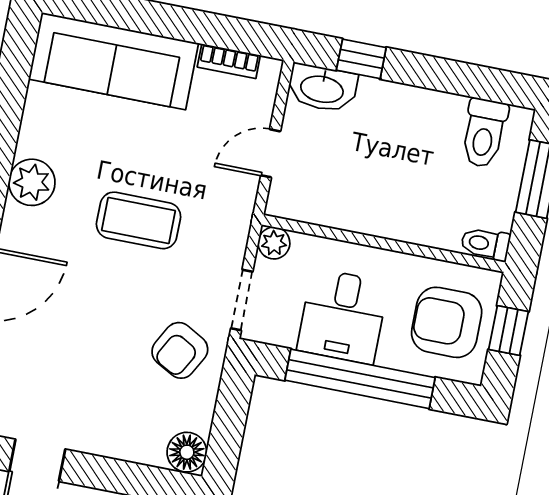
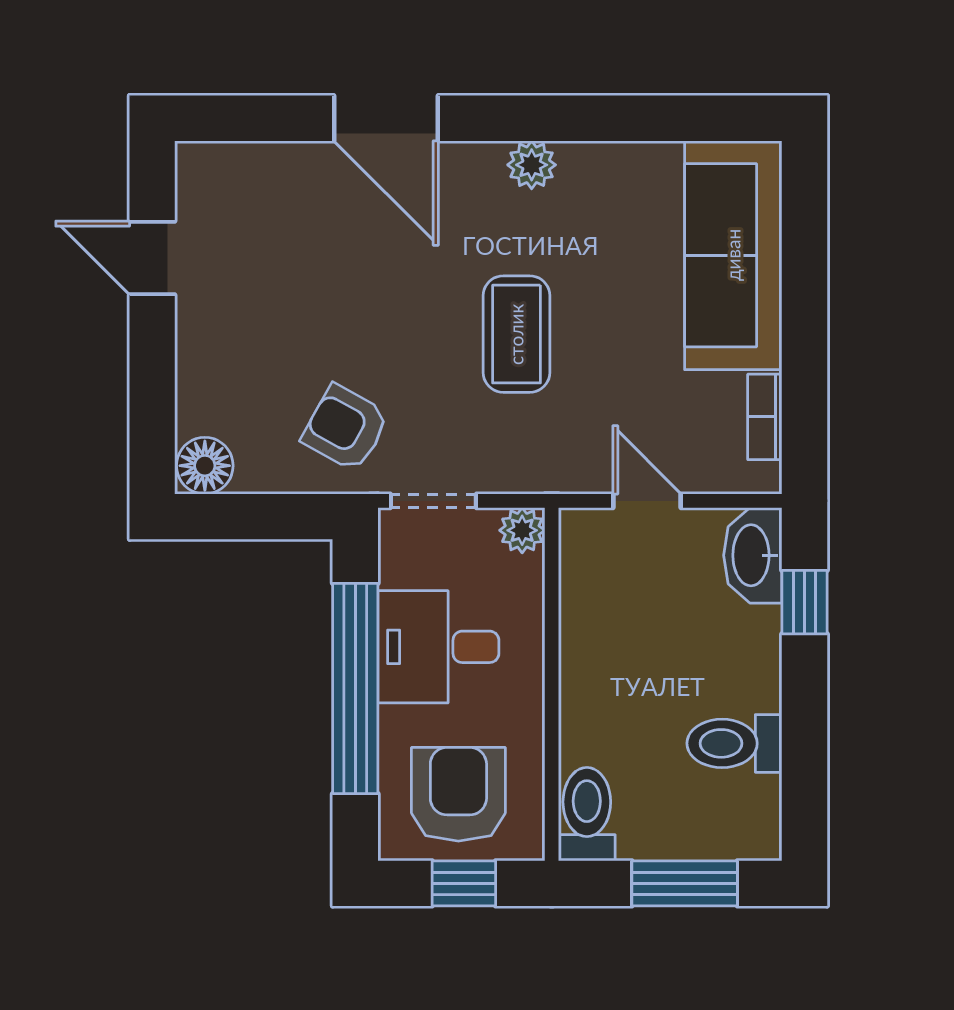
toilet: (484, 133) -> (734, 743), moved
plant: (32, 182) -> (532, 165), width x0.73, depth x0.73
toilet: (485, 244) -> (587, 814), width x1.37, depth x1.39

